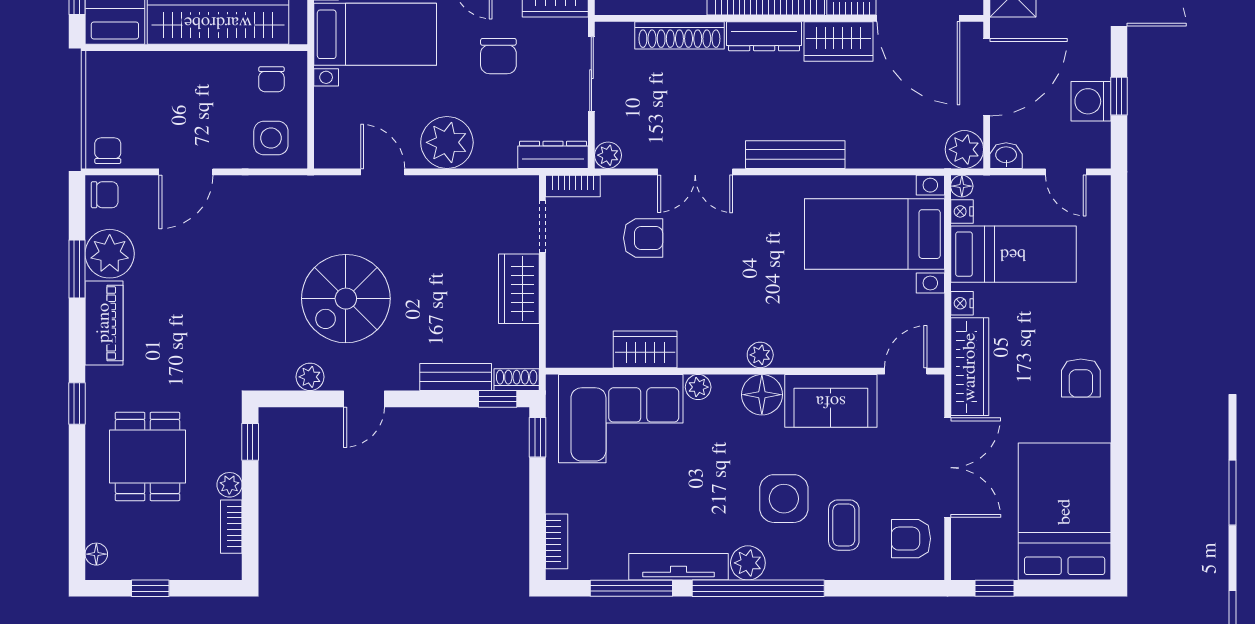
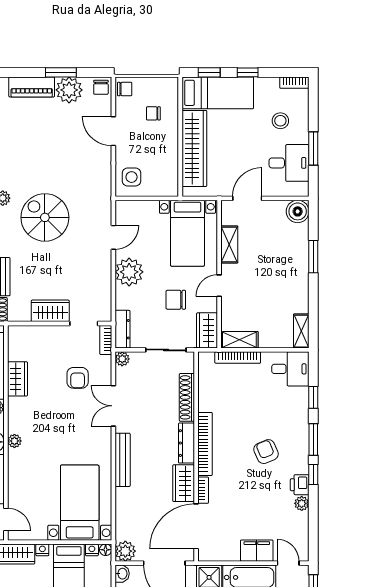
chair: (271, 79) -> (153, 113), moved

